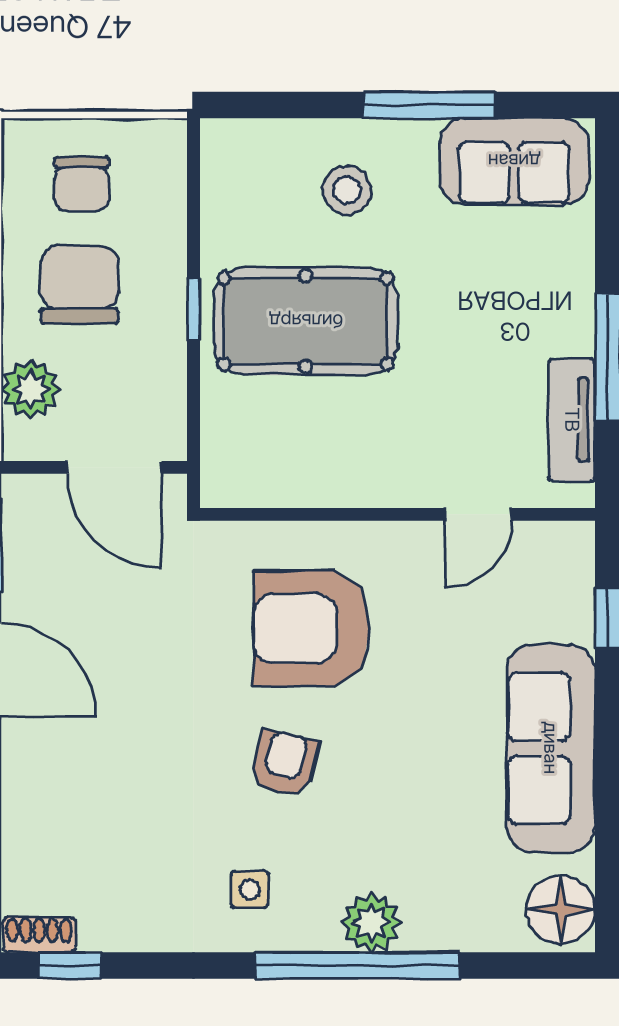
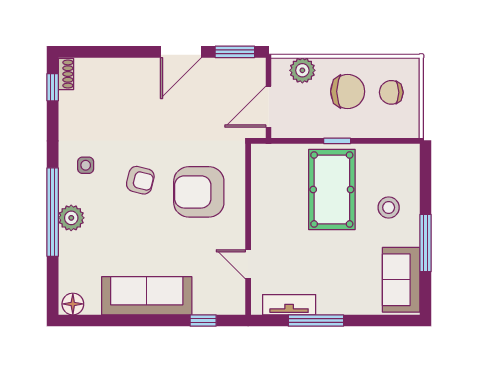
armchair: (311, 628) -> (199, 192), turned -90
floor lamp: (561, 910) -> (73, 304), width x0.73, depth x0.73

